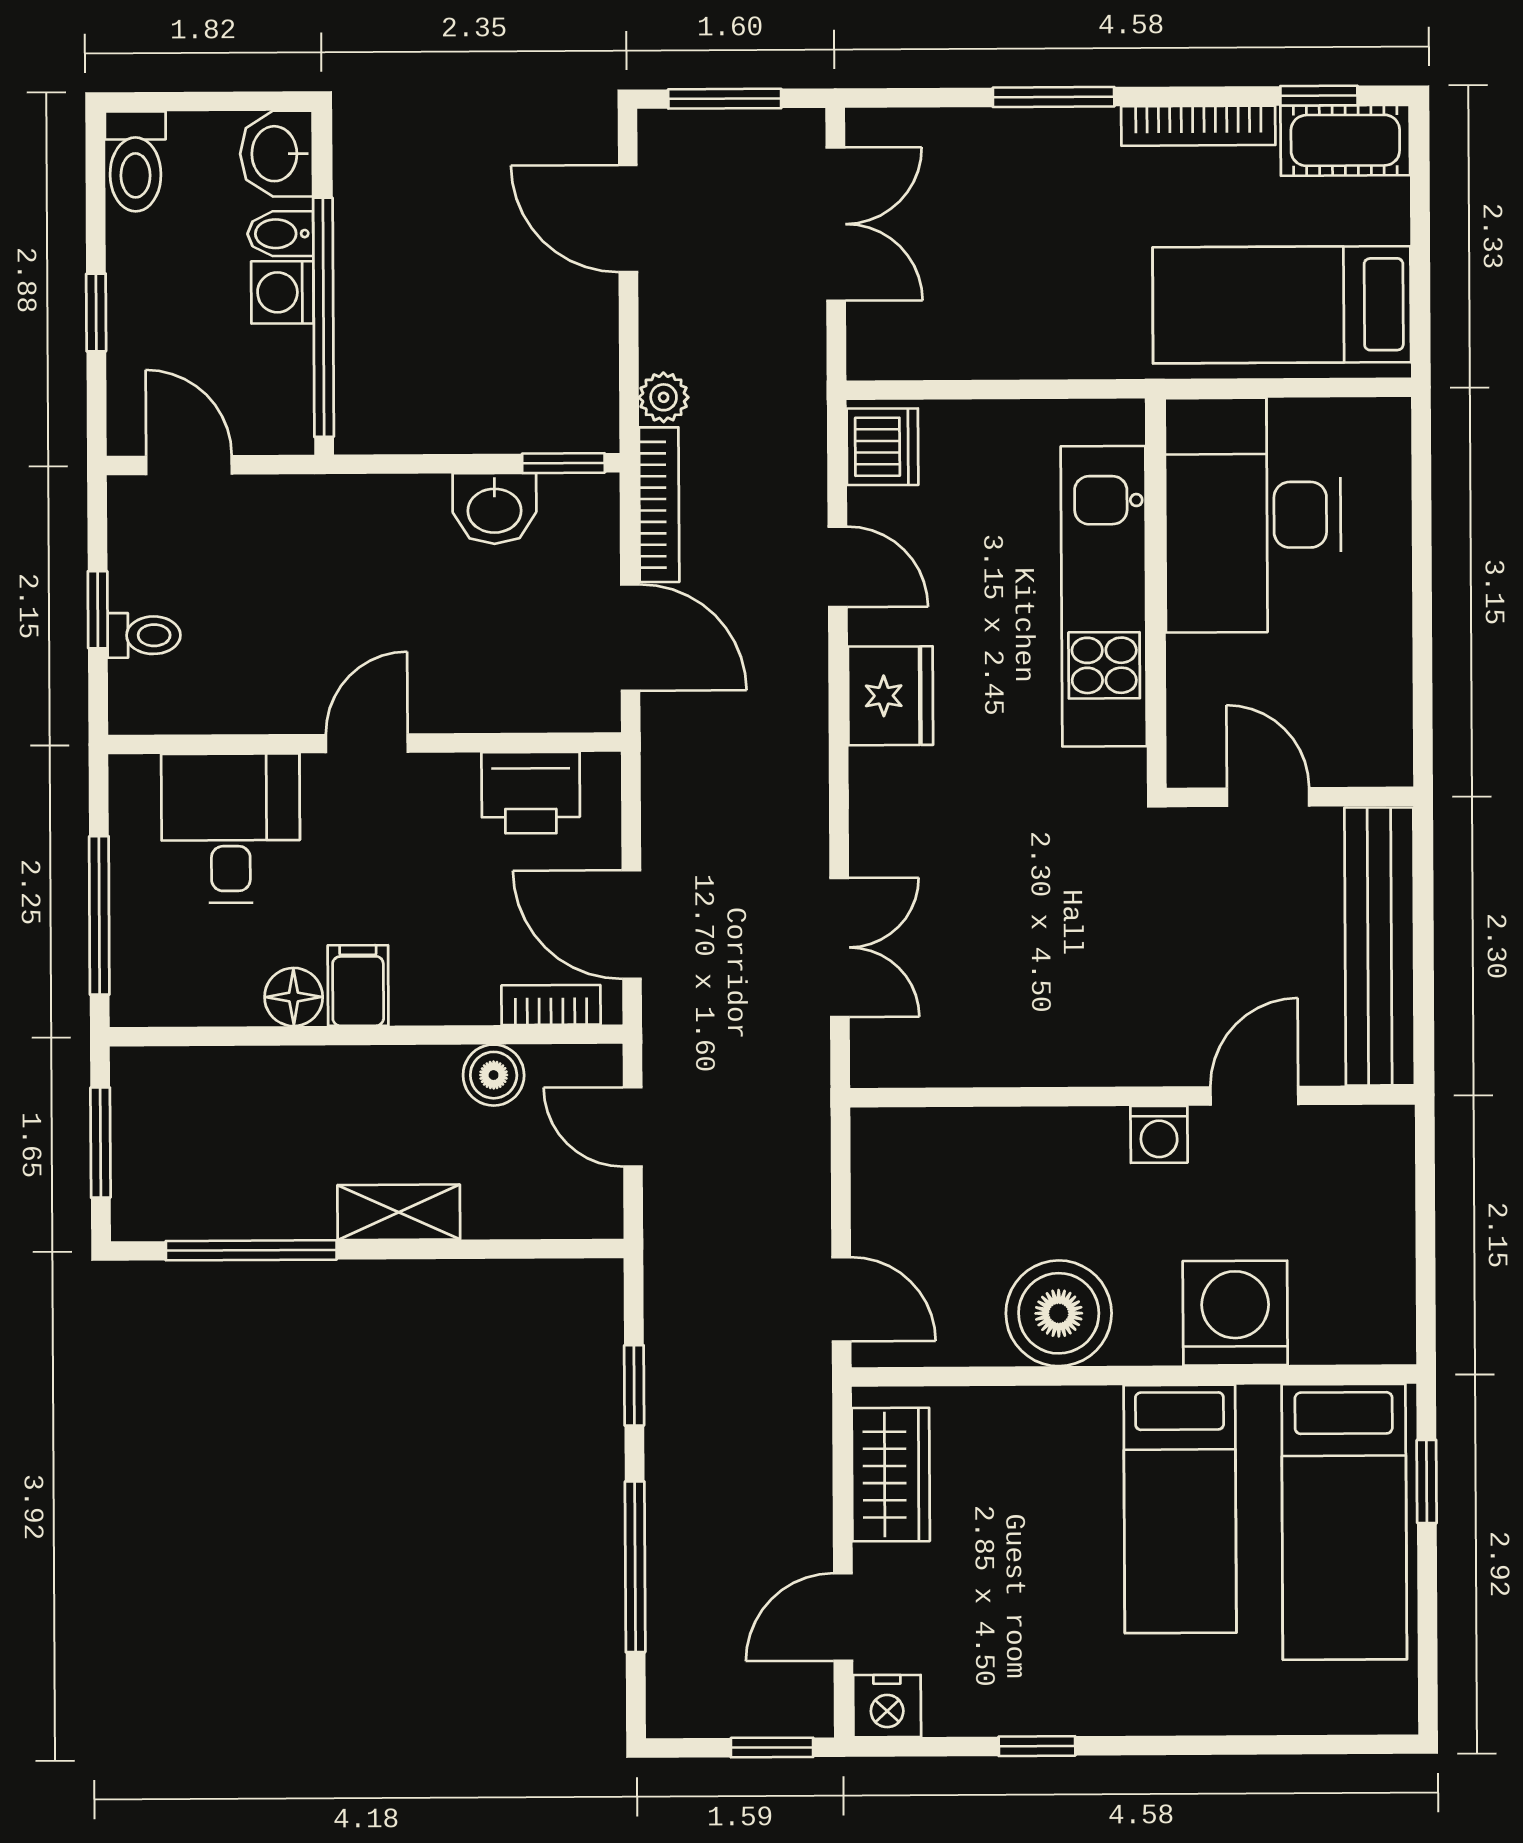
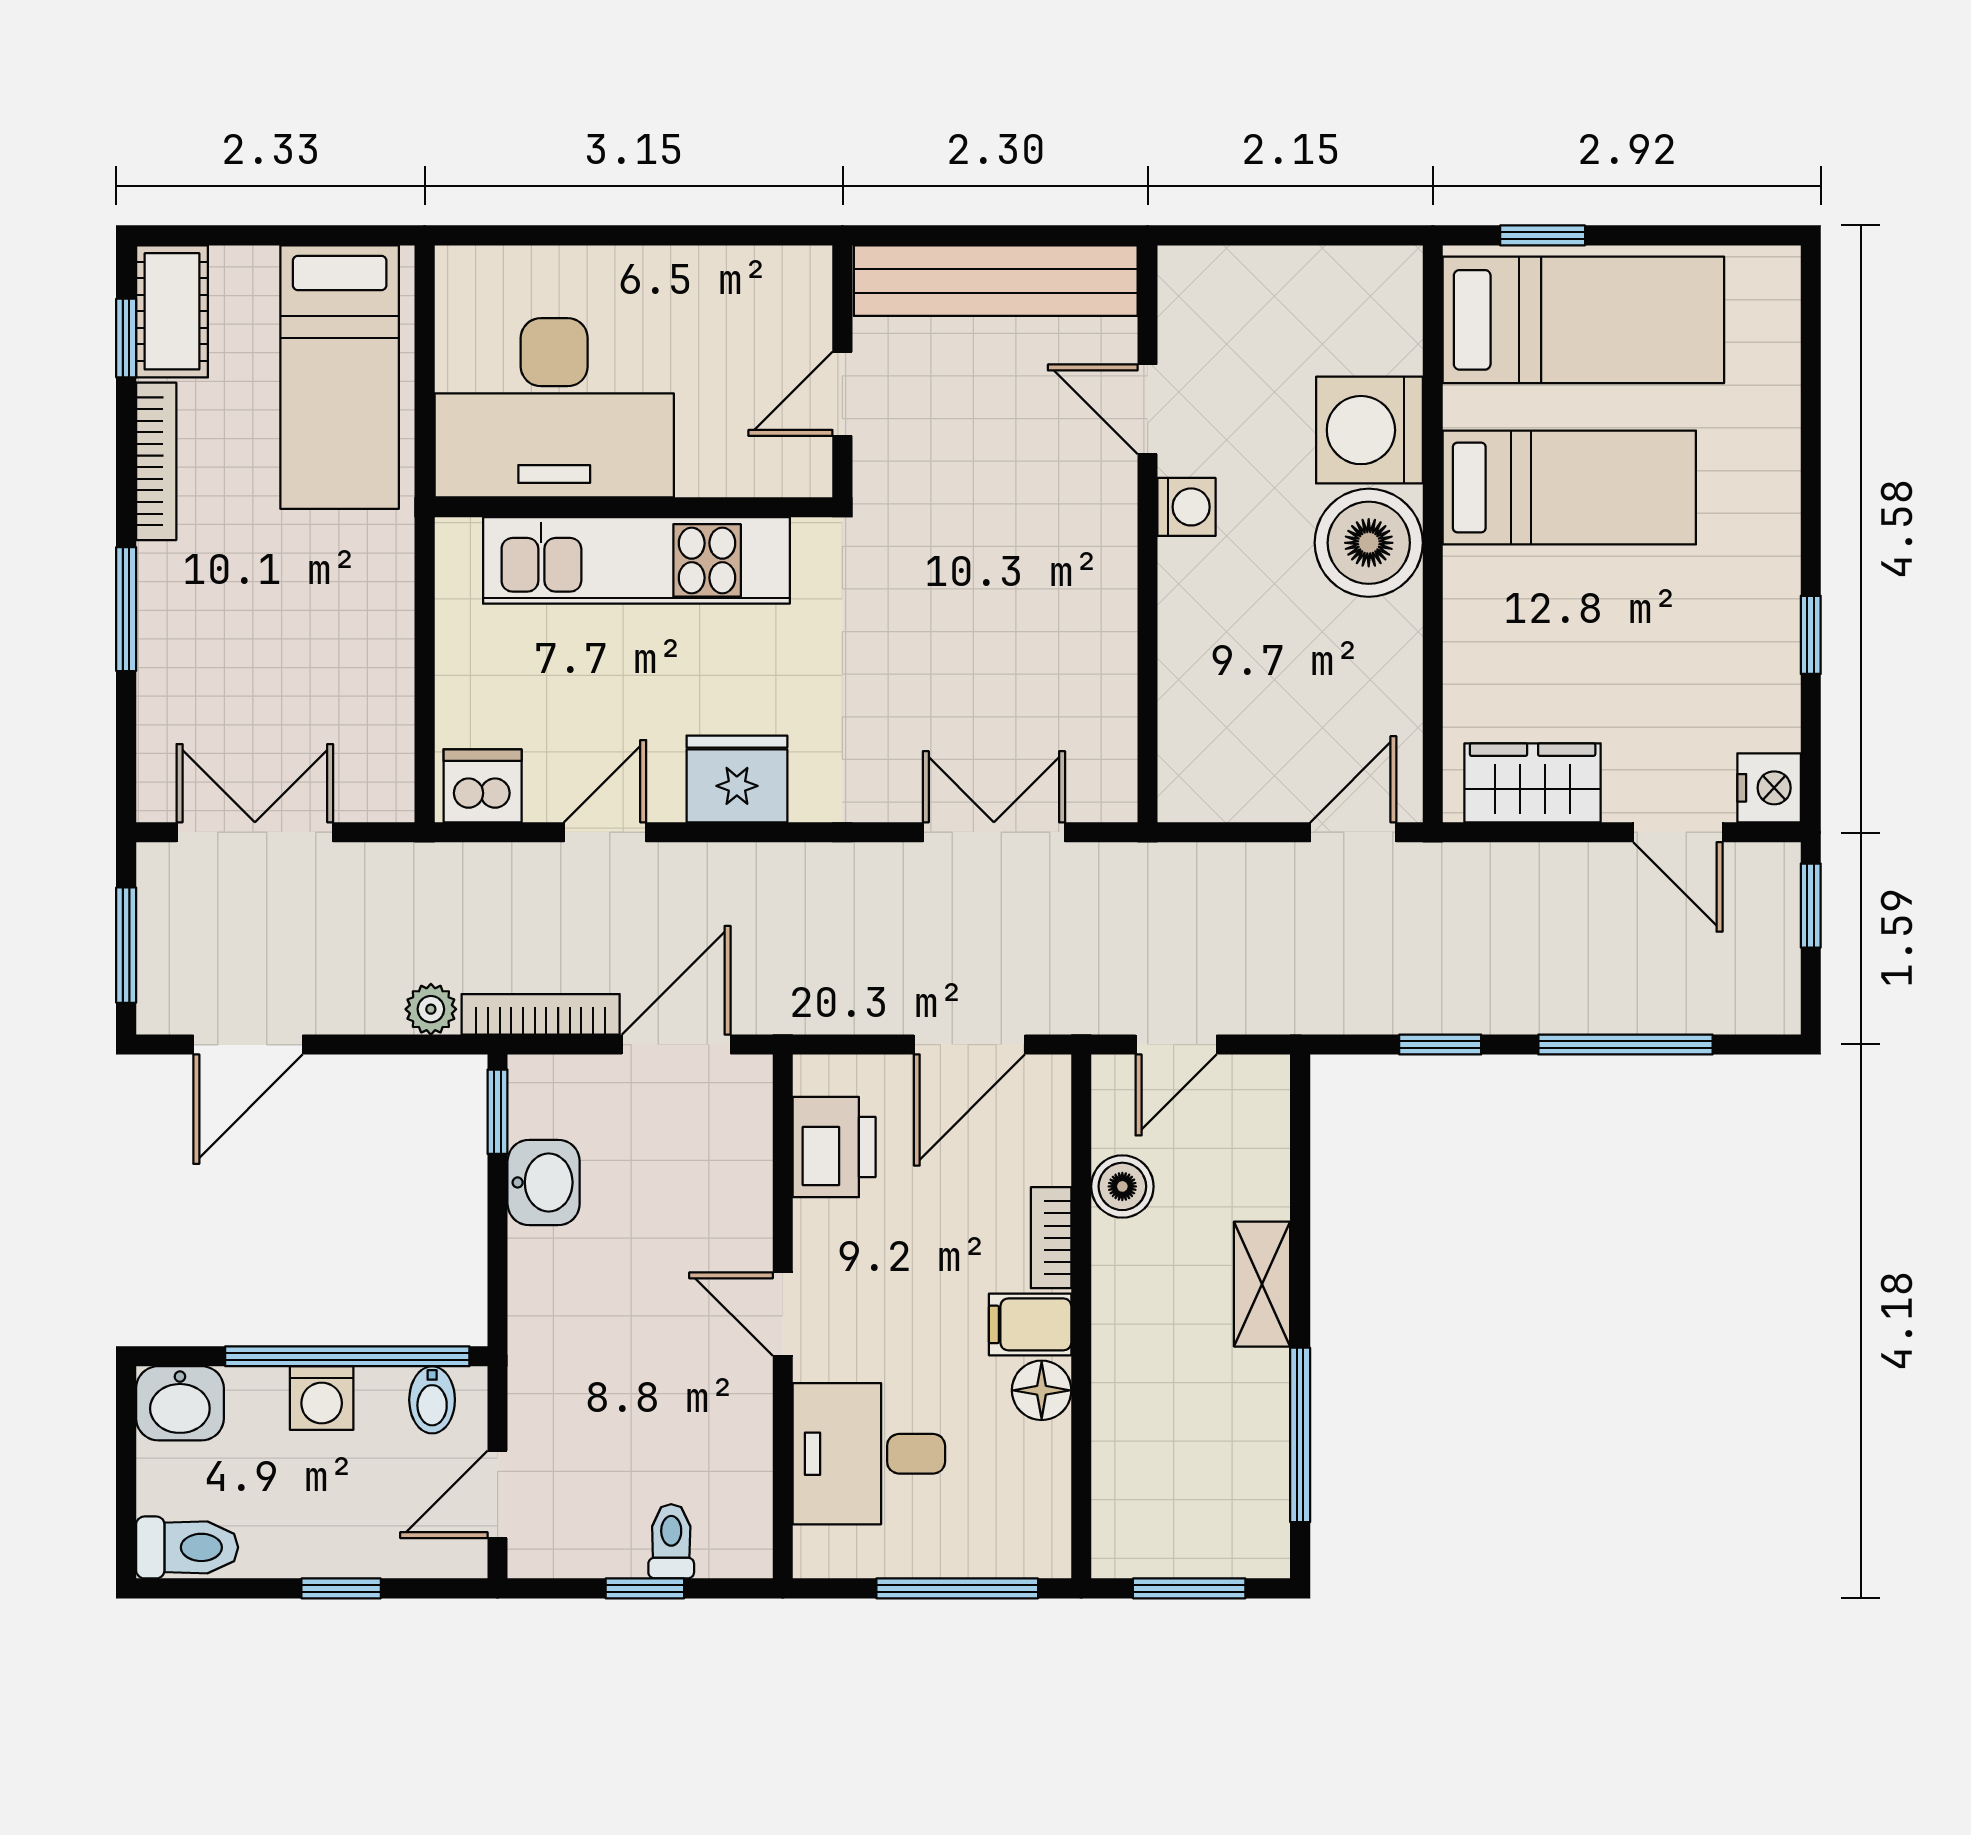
bidet: (280, 234) -> (432, 1400), moved
bookcase: (551, 1005) -> (1051, 1238), moved
boiler: (1059, 1313) -> (1369, 543), moved

